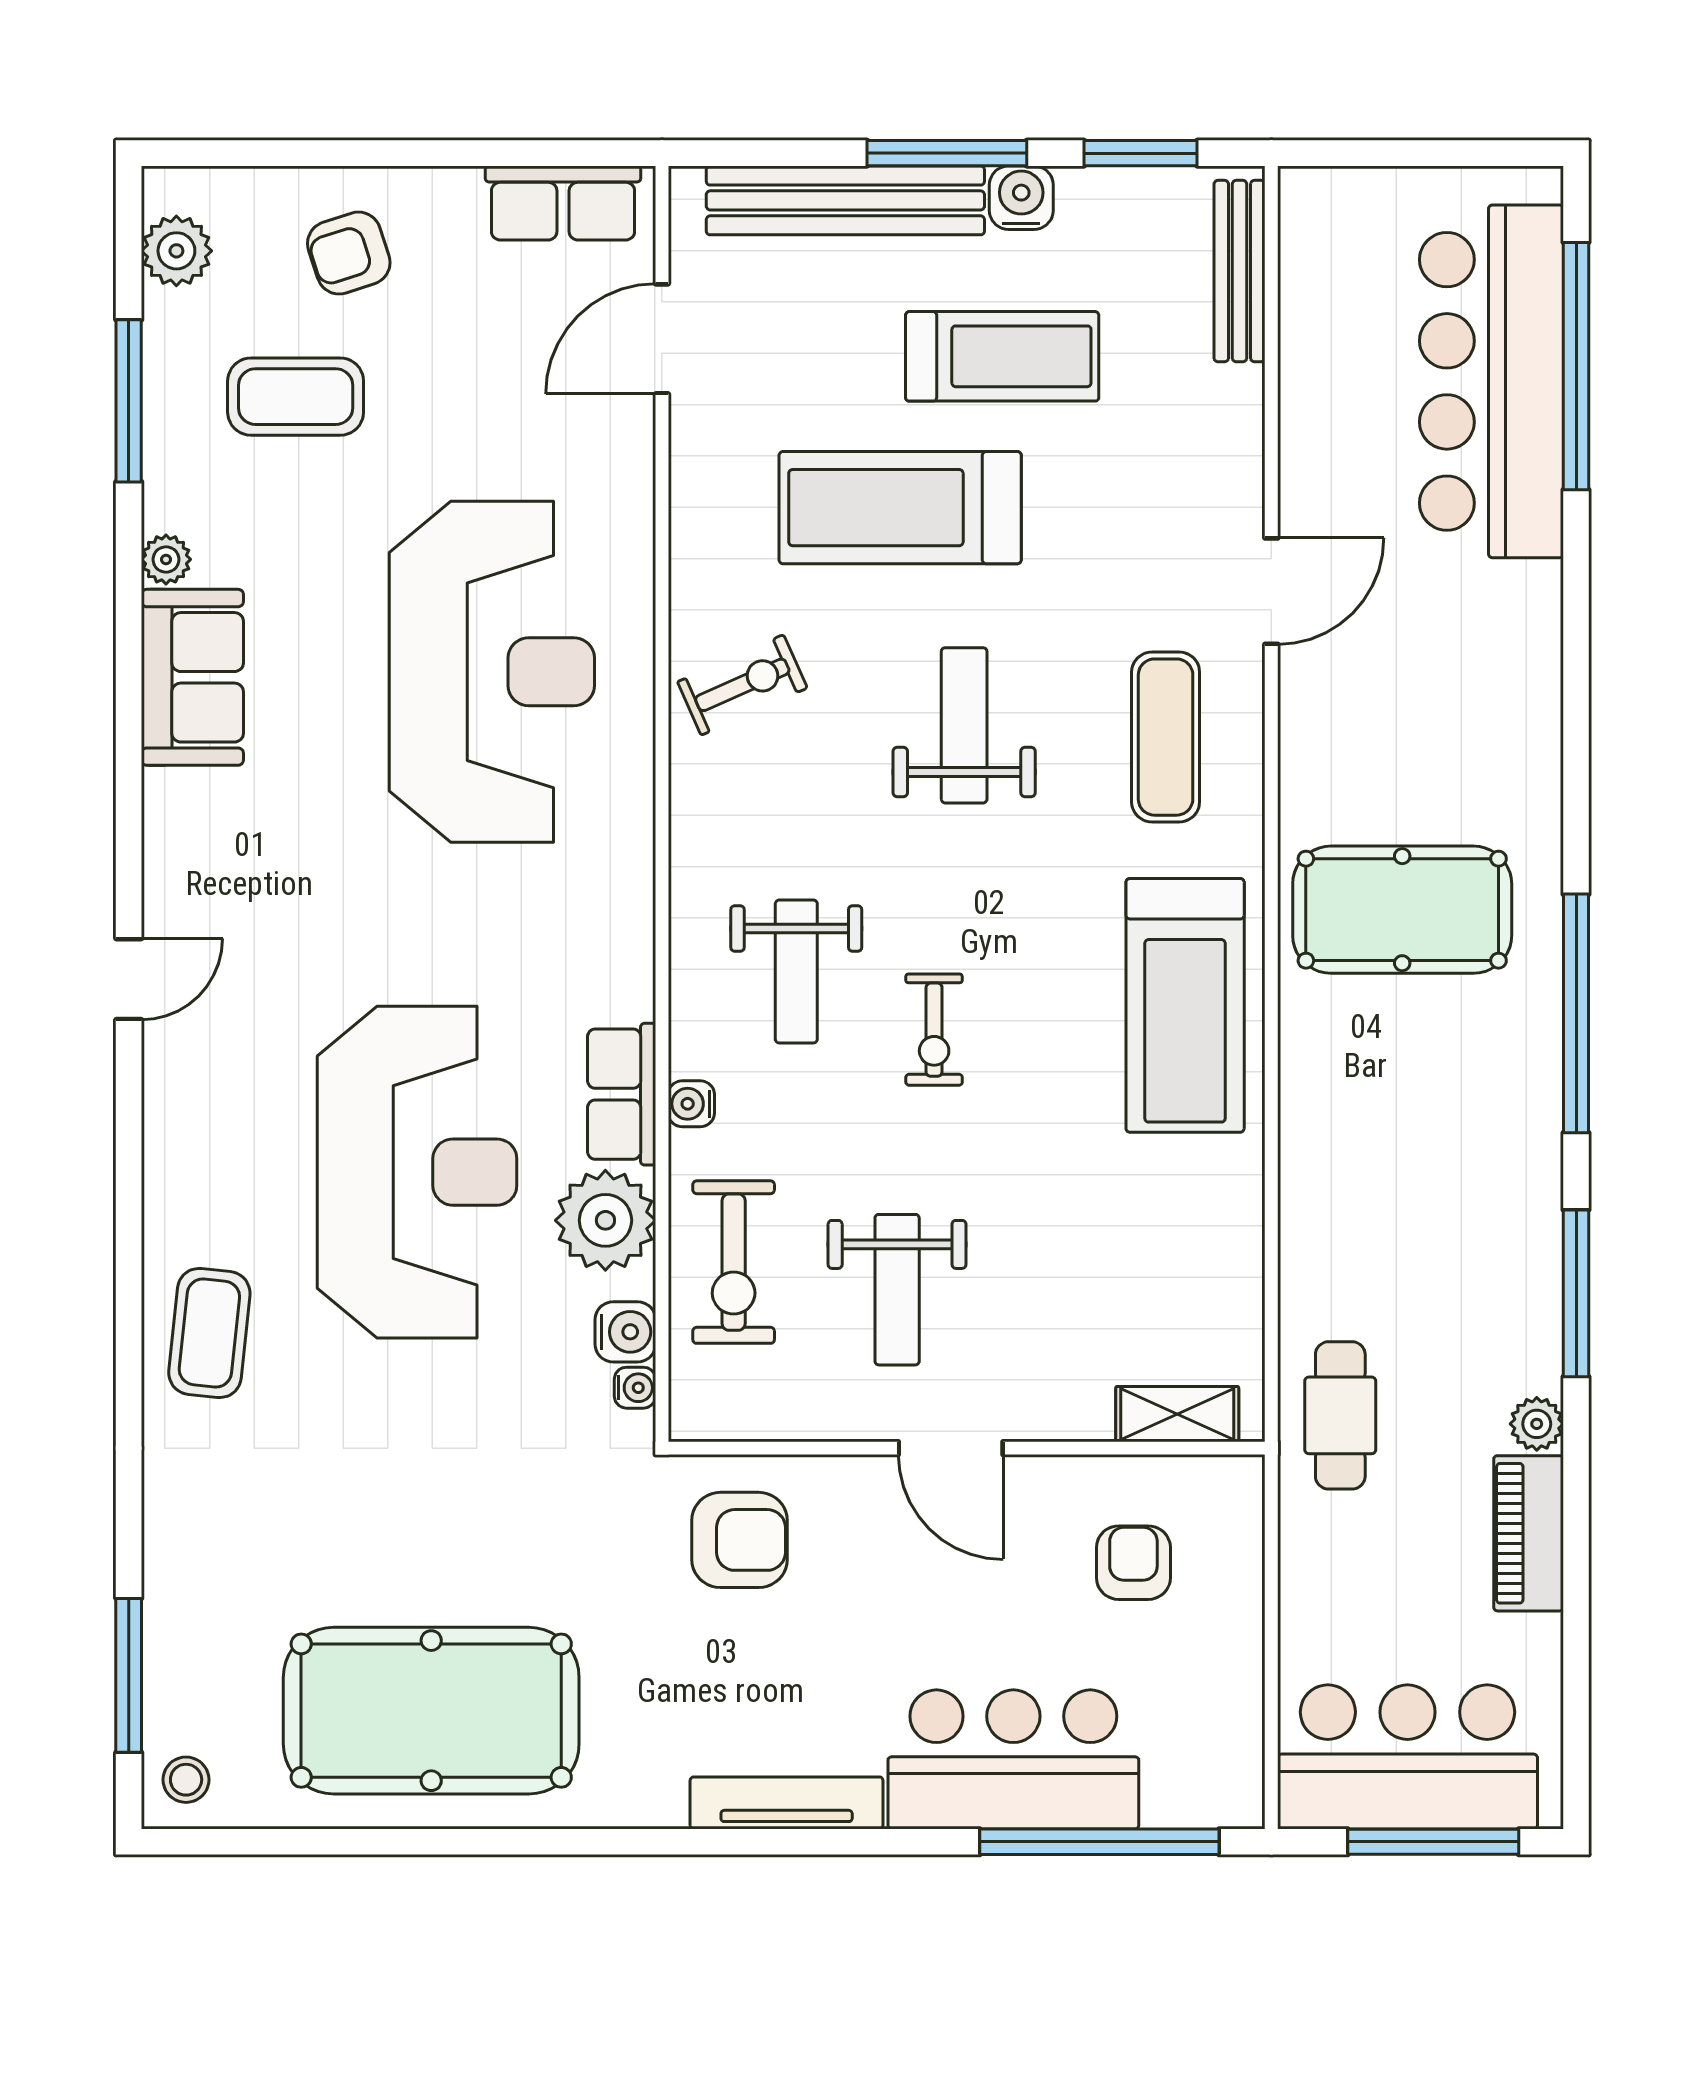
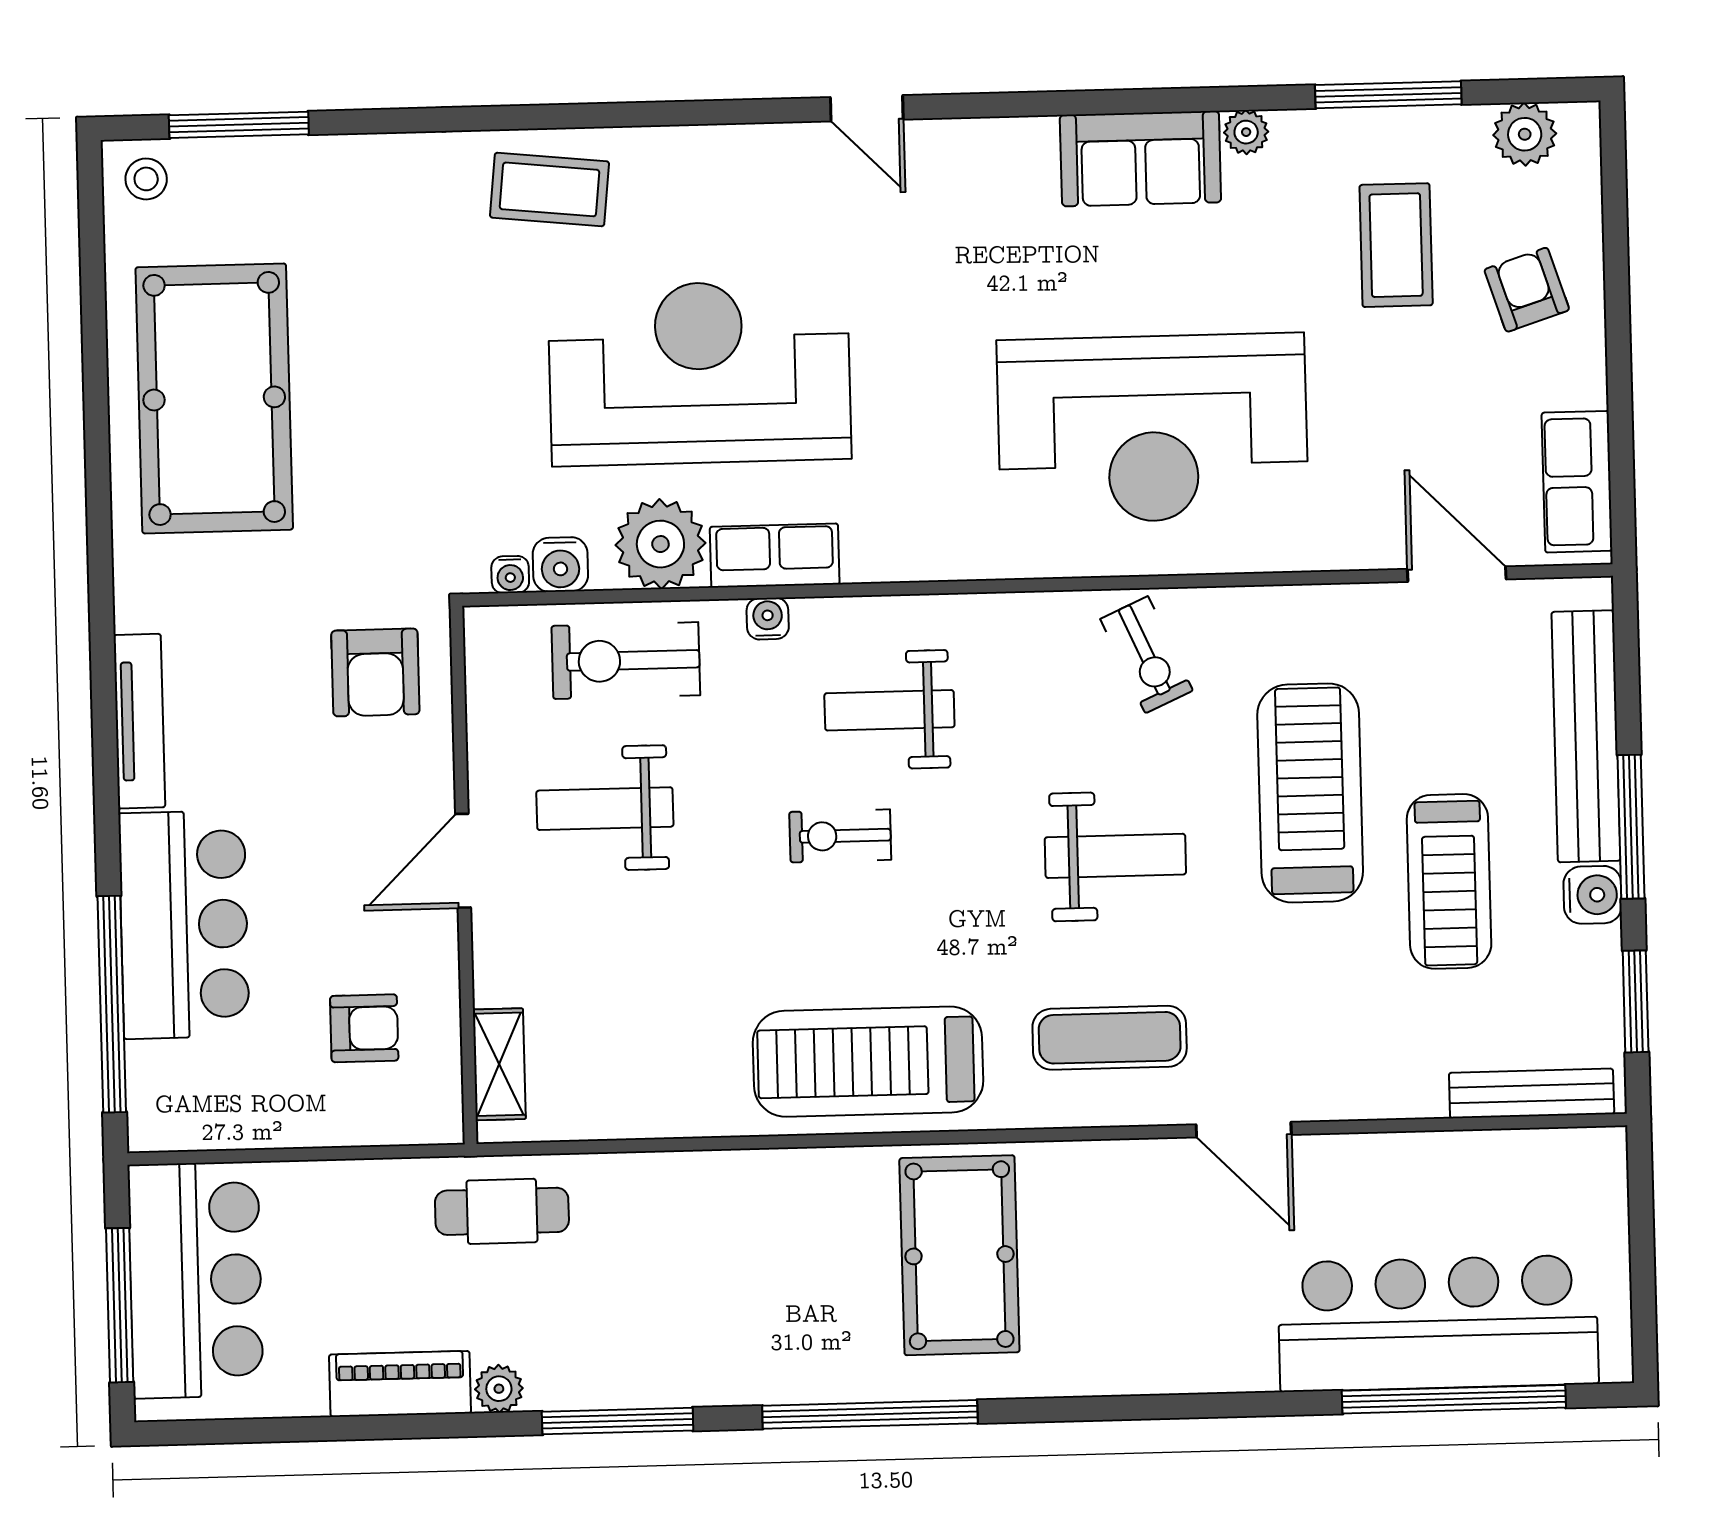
reception desk: (417, 1172) -> (700, 373), turned 180

